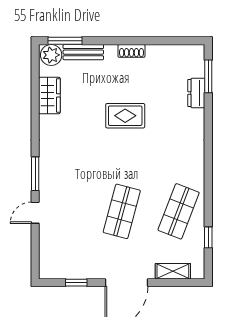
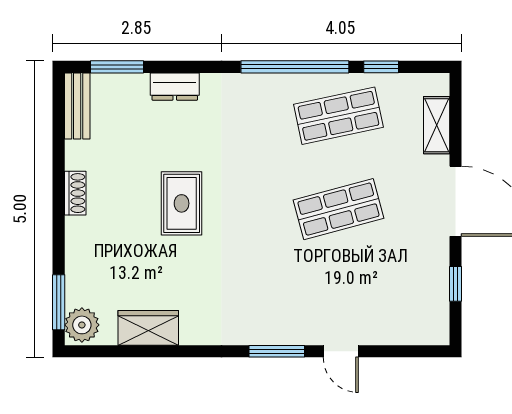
bench: (83, 52) -> (77, 106), moved
dresser: (196, 93) -> (175, 87), moved
window: (208, 185) -> (295, 67), added
shop shelf: (122, 211) -> (338, 209), turned -30
shop shelf: (179, 211) -> (338, 116), turned -33

